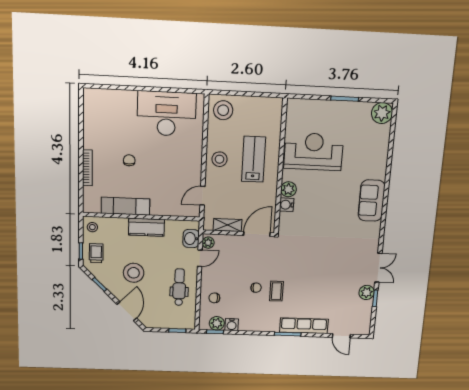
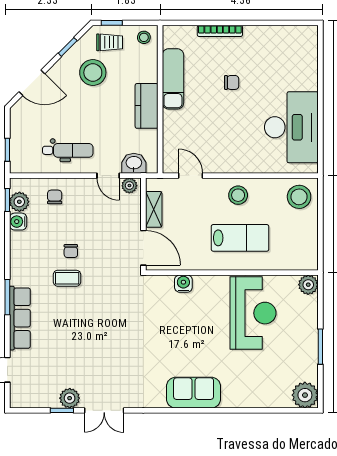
plant: (288, 189) -> (308, 285), moved
stool: (134, 273) -> (93, 73), moved

